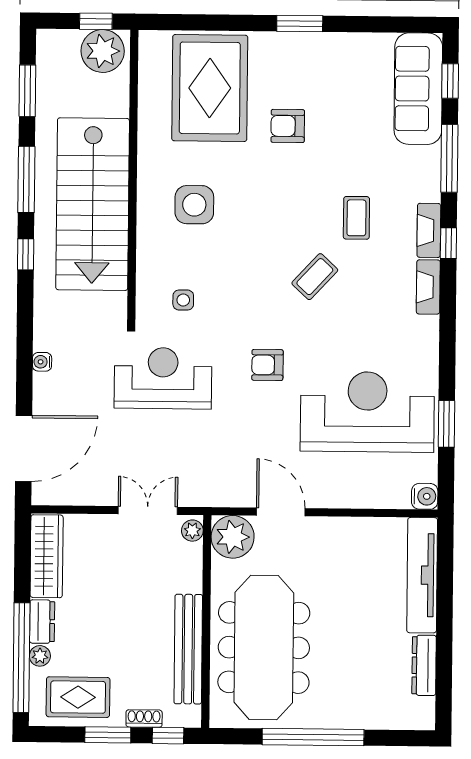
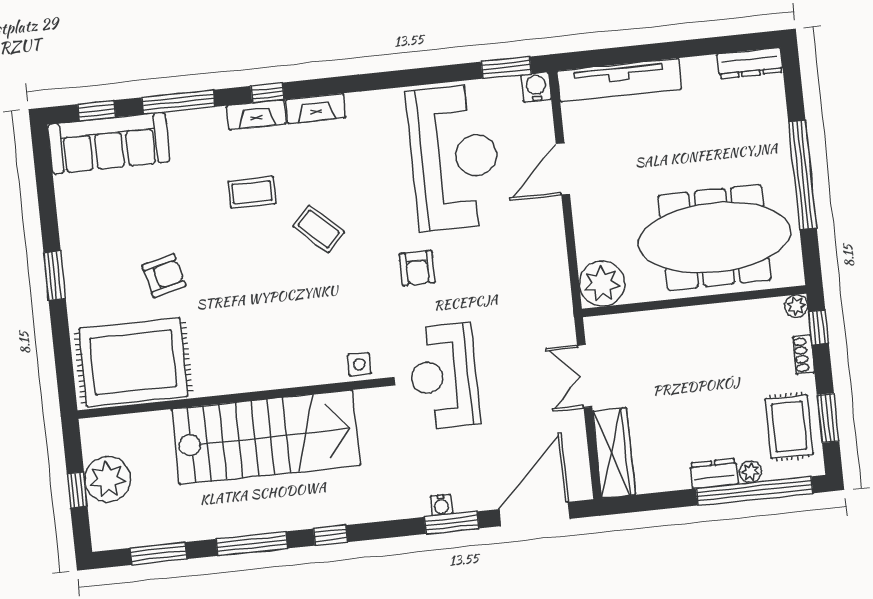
armchair: (288, 126) -> (164, 276), turned -104
wall: (133, 177) -> (232, 398), moved
stairs: (93, 204) -> (266, 437), moved
side table: (194, 205) -> (258, 364), removed
window: (24, 370) -> (452, 523), added
reception desk: (367, 412) -> (454, 157), turned 180
window: (447, 424) -> (506, 68), moved
door: (24, 448) -> (534, 514), hinge flipped
door: (281, 512) -> (563, 169), moved
plant: (192, 531) -> (796, 306), moved
wardrobe: (47, 556) -> (614, 453), moved, turned 90
bench: (188, 649) -> (725, 317), removed
dresser: (424, 665) -> (750, 63), moved
window: (108, 735) -> (828, 418), moved

